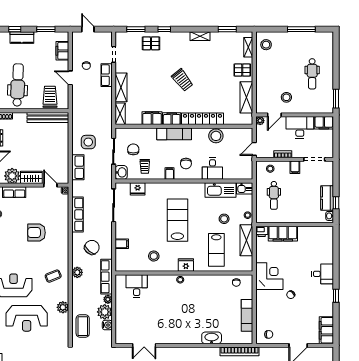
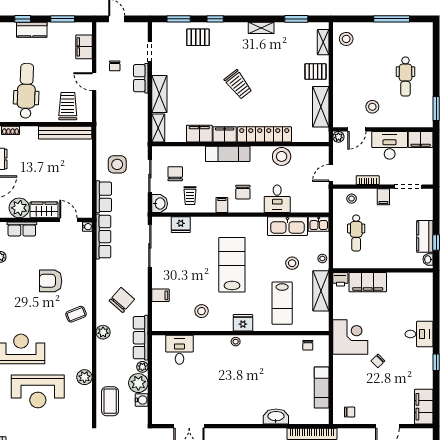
row of seats: (77, 215) -> (103, 237), moved
coffee table: (53, 276) -> (76, 314), moved

